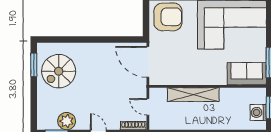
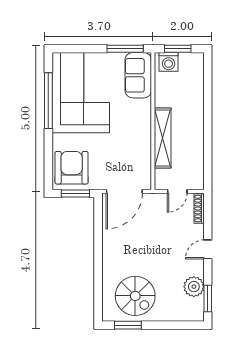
window: (146, 20) -> (75, 194), added
washing machine: (258, 113) -> (169, 62), moved

